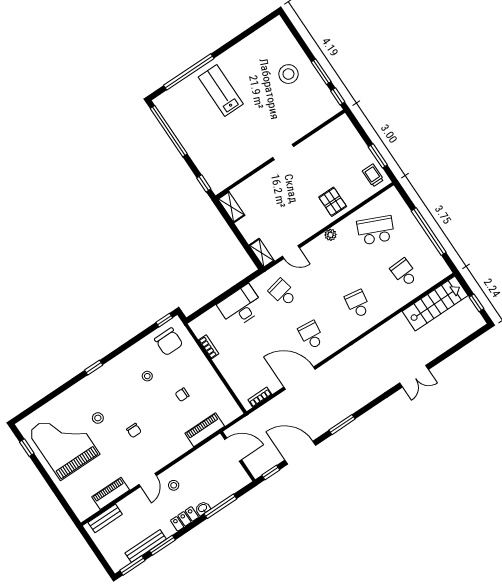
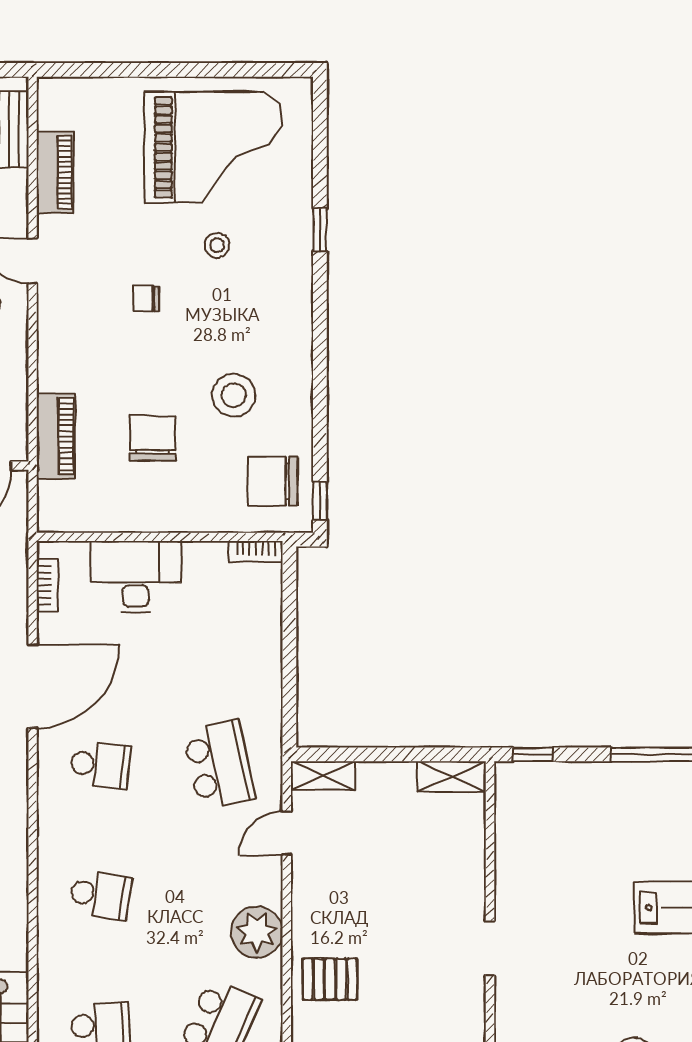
plant: (330, 235) -> (257, 932), width x1.87, depth x1.87
school desk: (283, 293) -> (219, 765), width x1.85
desk: (241, 306) -> (136, 577), moved, turned -90
bookcase: (209, 347) -> (256, 552), moved
window: (94, 368) -> (320, 230), moved
stool: (147, 376) -> (234, 395), width x1.89, depth x1.89
chair: (182, 395) -> (153, 438), width x1.87, depth x1.87
window: (27, 448) -> (252, 70), removed

